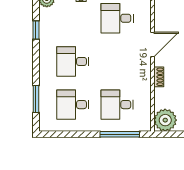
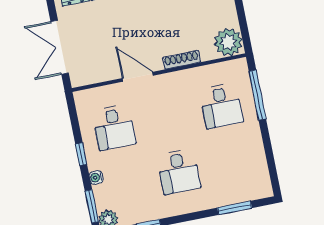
shoe rack: (159, 77) -> (182, 60), width x1.43
desk: (73, 105) -> (232, 161), removed

